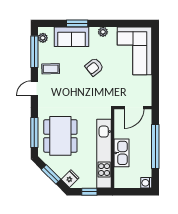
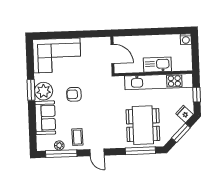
window: (77, 23) -> (31, 90), moved
plant: (103, 32) -> (44, 91), width x1.88, depth x1.88
plant: (43, 38) -> (59, 145), moved
armchair: (94, 67) -> (74, 94), turned 129
dining table: (60, 136) -> (143, 125), turned 90
window: (155, 146) -> (150, 32), removed

